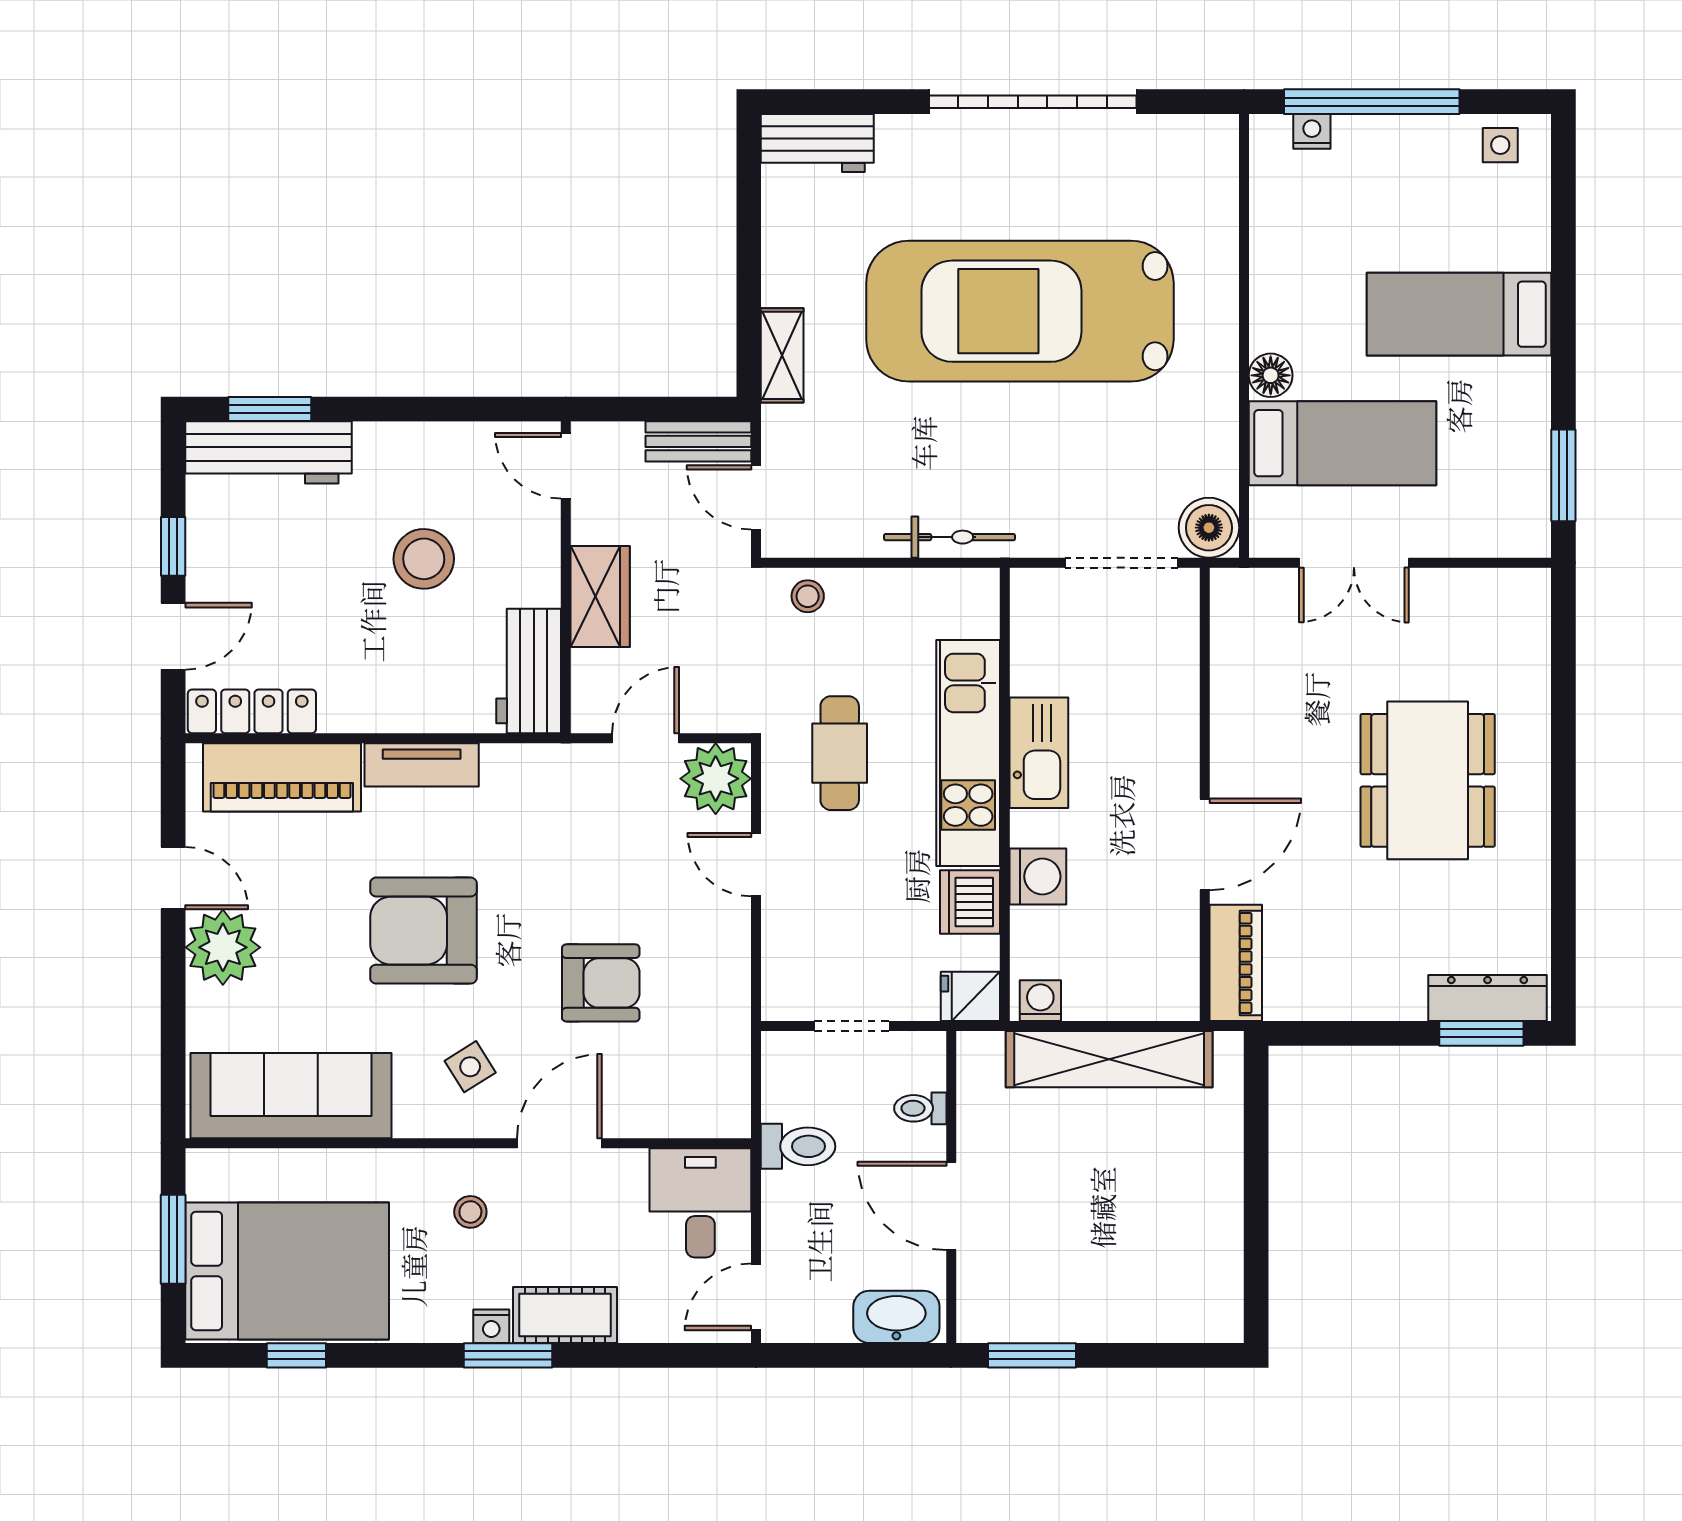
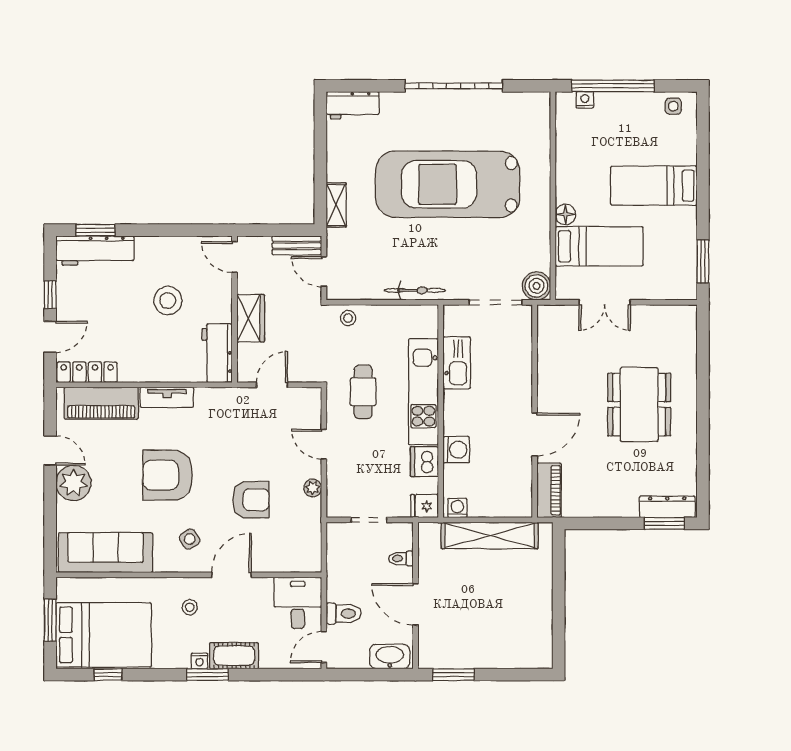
kitchen sink: (1039, 753) -> (457, 363), moved
plant: (716, 779) -> (313, 488), moved, width x0.53, depth x0.53
toilet: (798, 1146) -> (344, 614), moved

